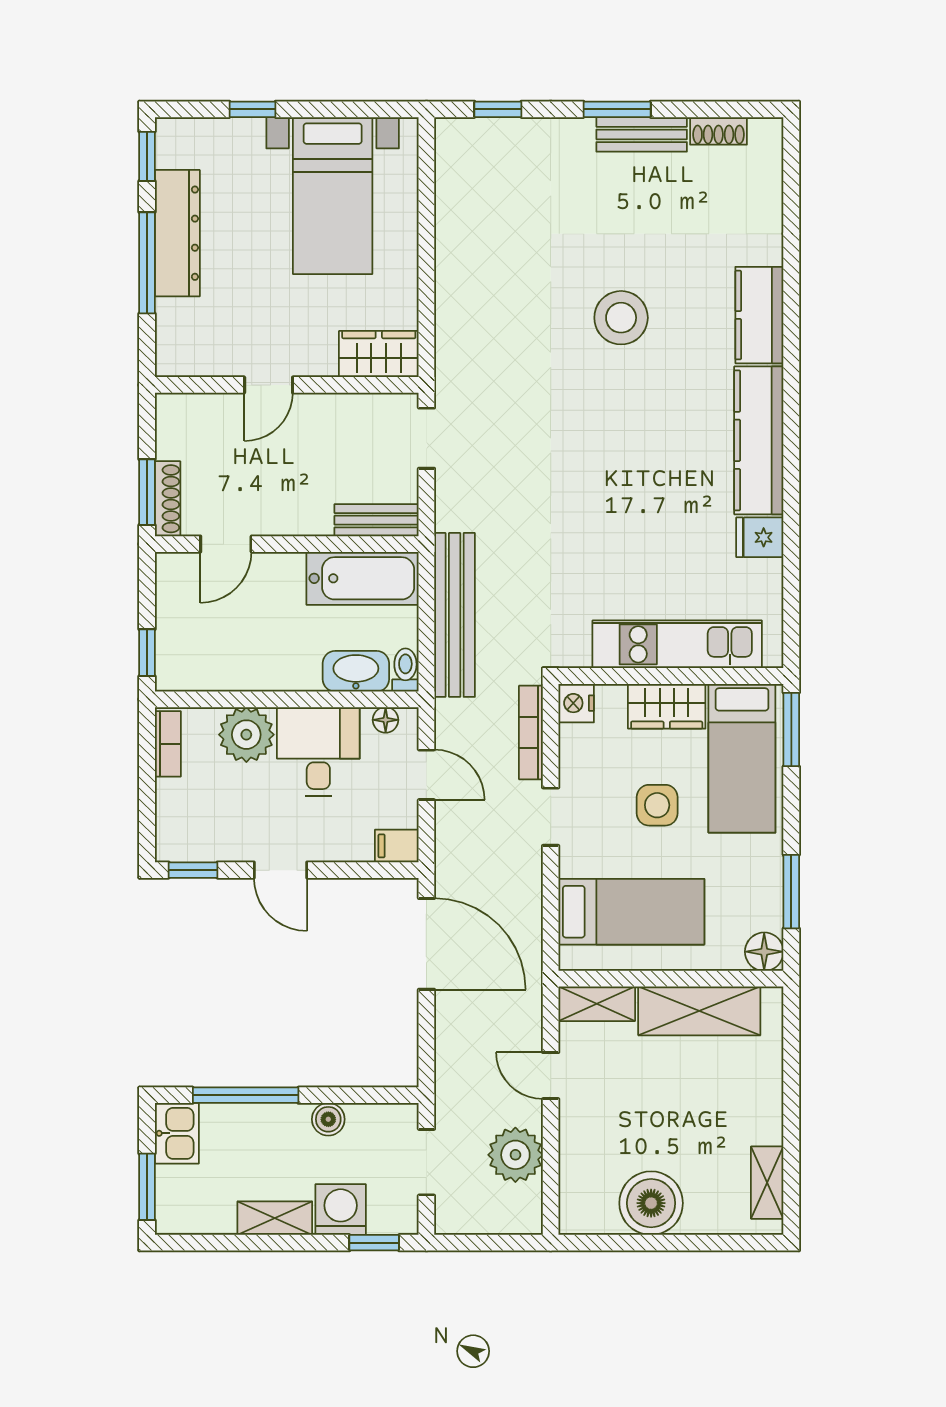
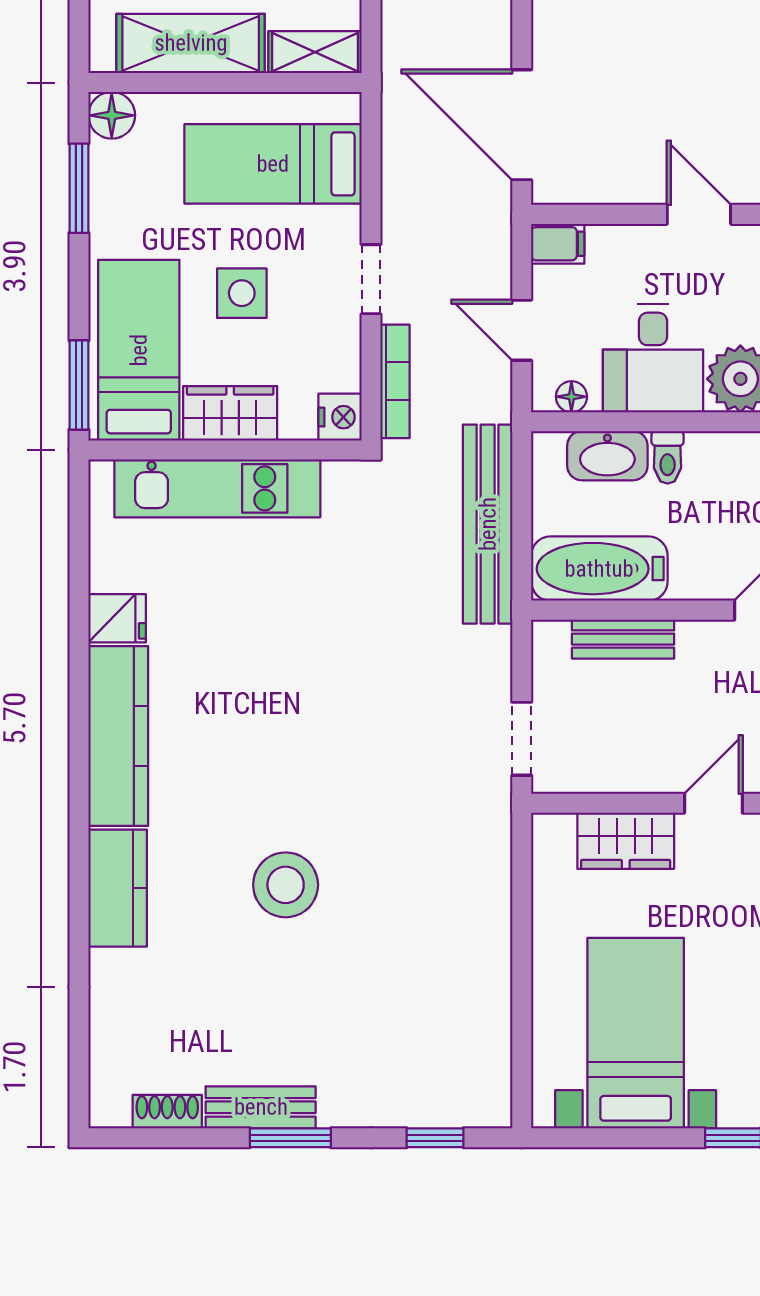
wardrobe: (379, 354) -> (626, 841), moved
bench: (377, 520) -> (623, 639), moved
toilet: (405, 670) -> (668, 457), moved

